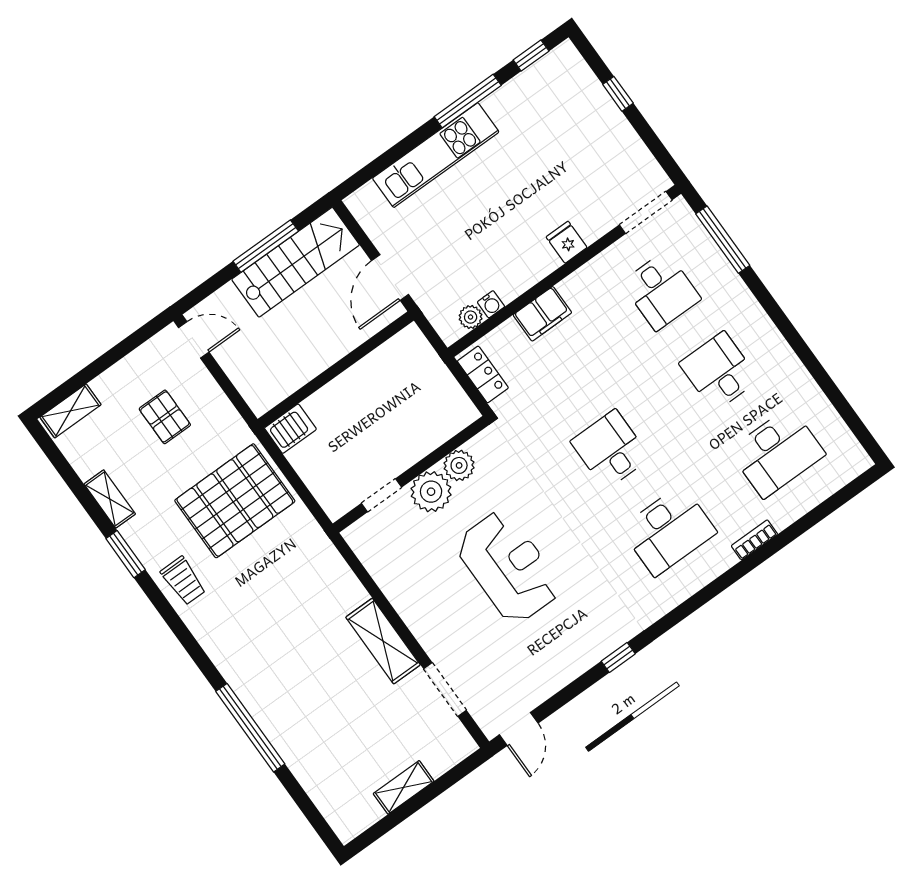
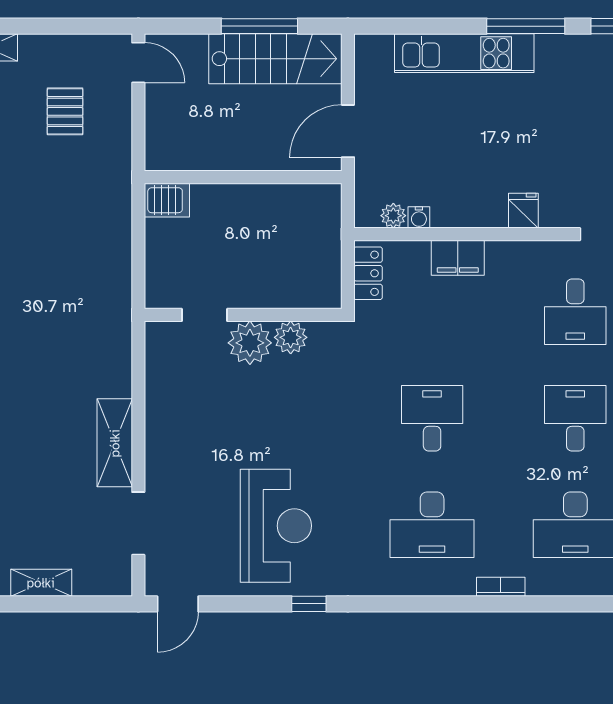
pallet: (235, 501) -> (73, 228), removed
reception desk: (508, 567) -> (276, 526), moved

